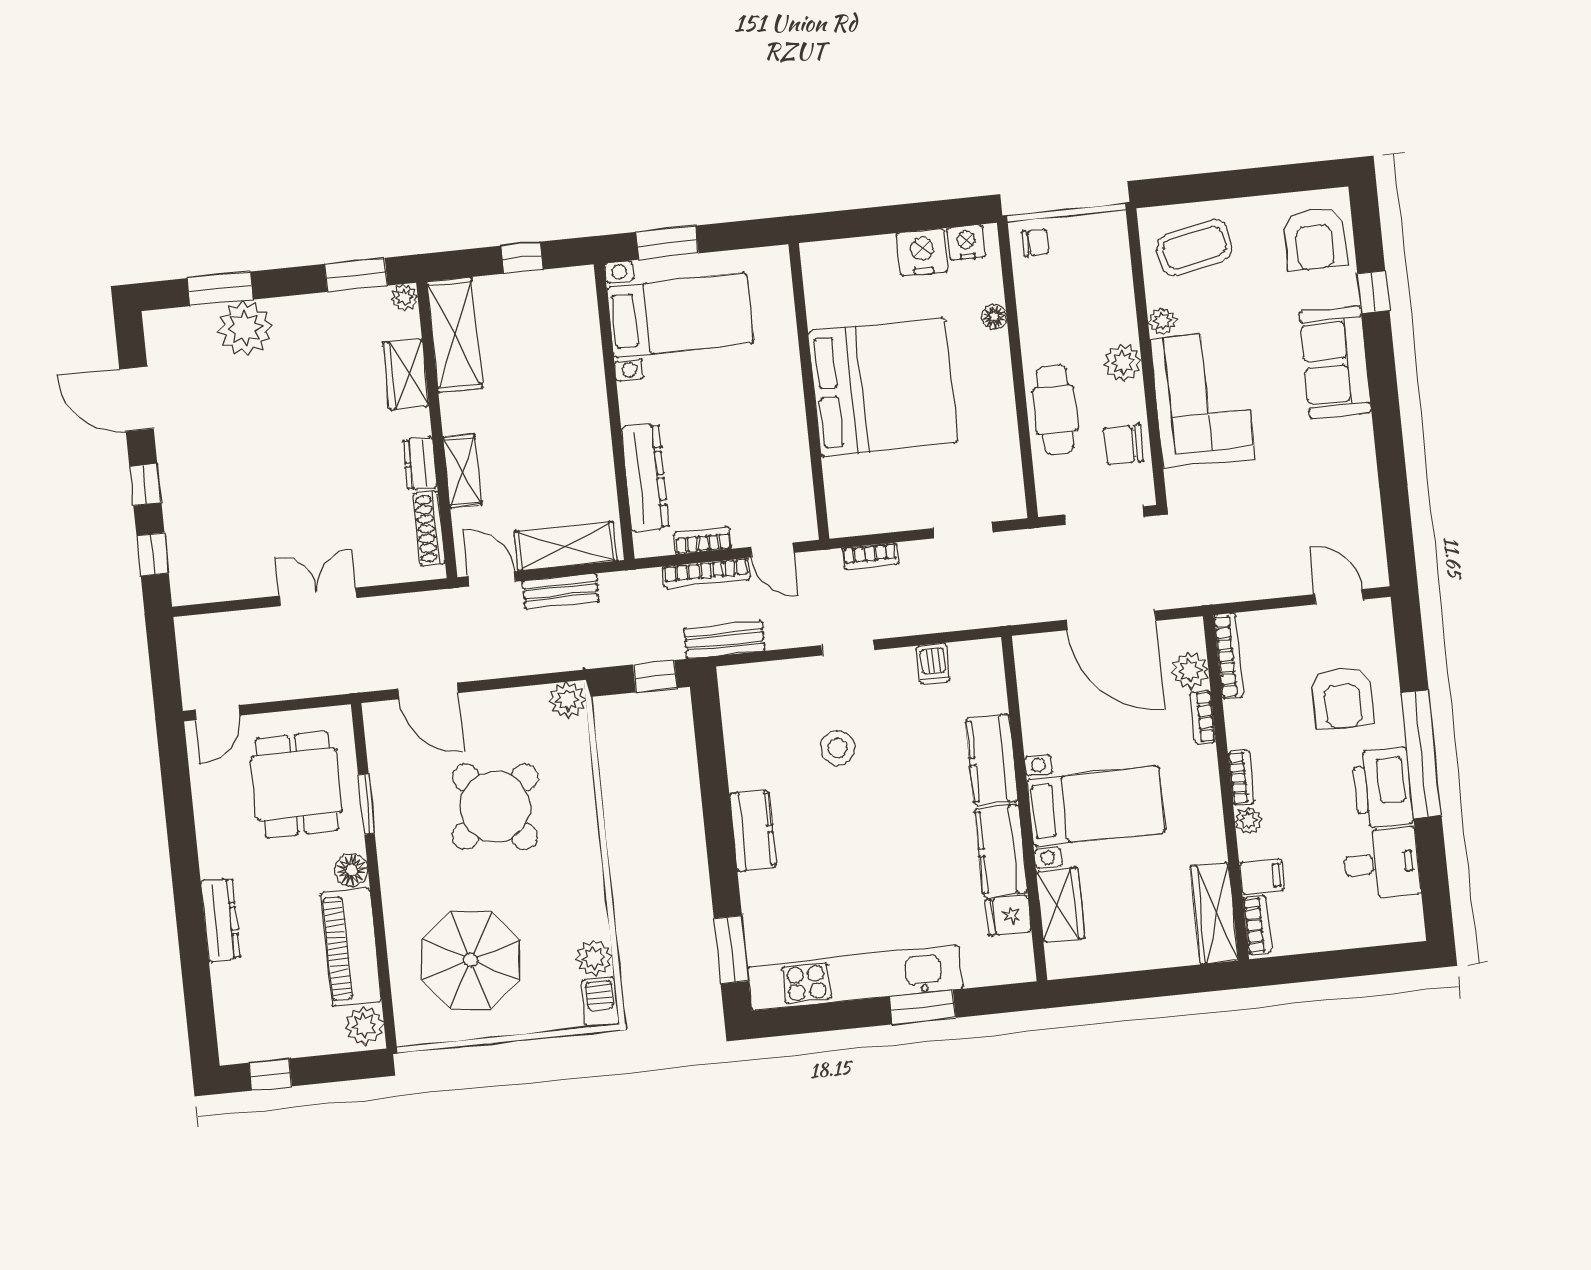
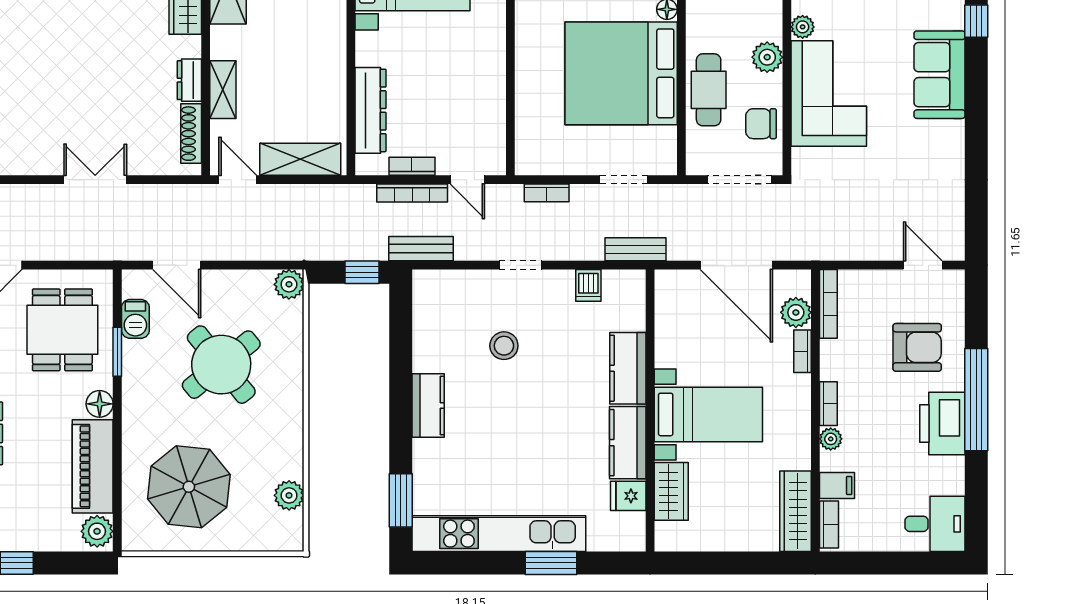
bed: (883, 387) -> (621, 73), moved, turned 180
bench: (561, 591) -> (636, 249), moved
armchair: (1342, 698) -> (917, 347), turned -90
desk: (1381, 863) -> (935, 524), moved
barbecue: (600, 1002) -> (135, 319), moved, turned 180

